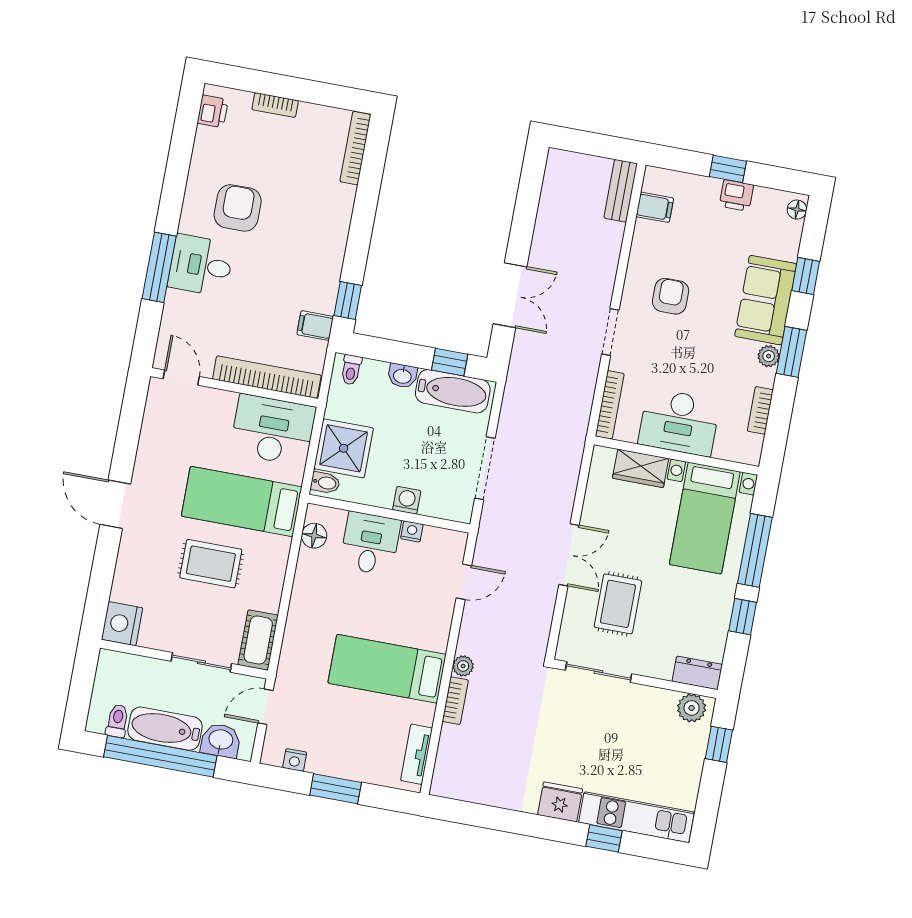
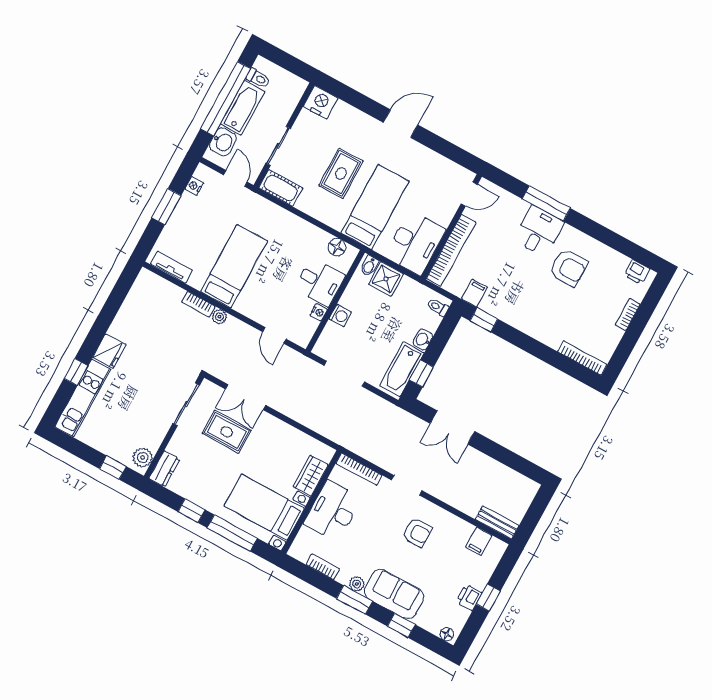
shower: (344, 448) -> (386, 279), width x0.73, depth x0.73
double door: (569, 555) -> (245, 397), moved

